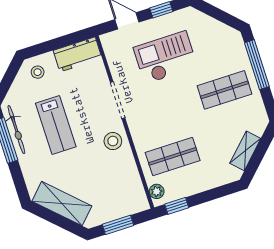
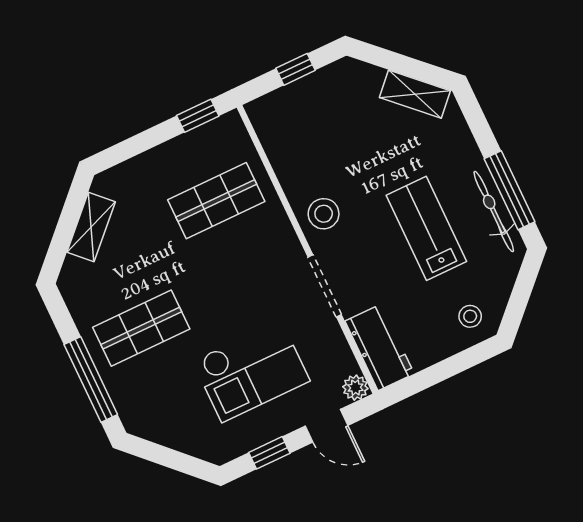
workbench: (78, 54) -> (380, 347), moved, turned 90
plant: (157, 191) -> (355, 388), moved
shelving: (62, 204) -> (415, 94), width x0.67, depth x0.75
window: (118, 225) -> (295, 69), width x0.67

